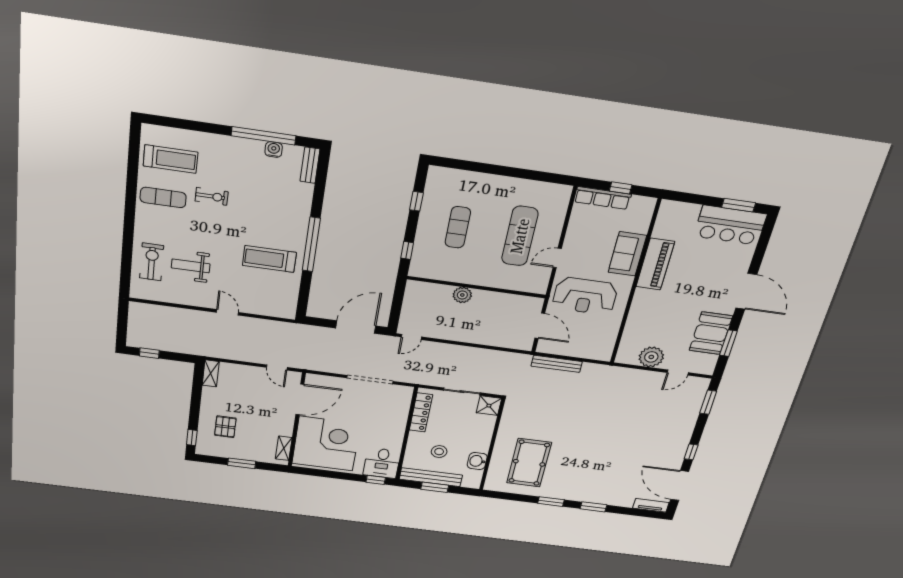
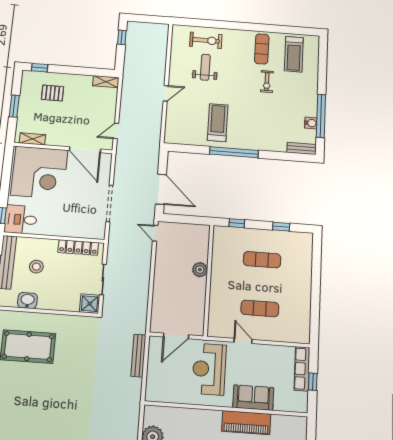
exercise mat: (520, 236) -> (260, 308), width x0.73, depth x0.69

